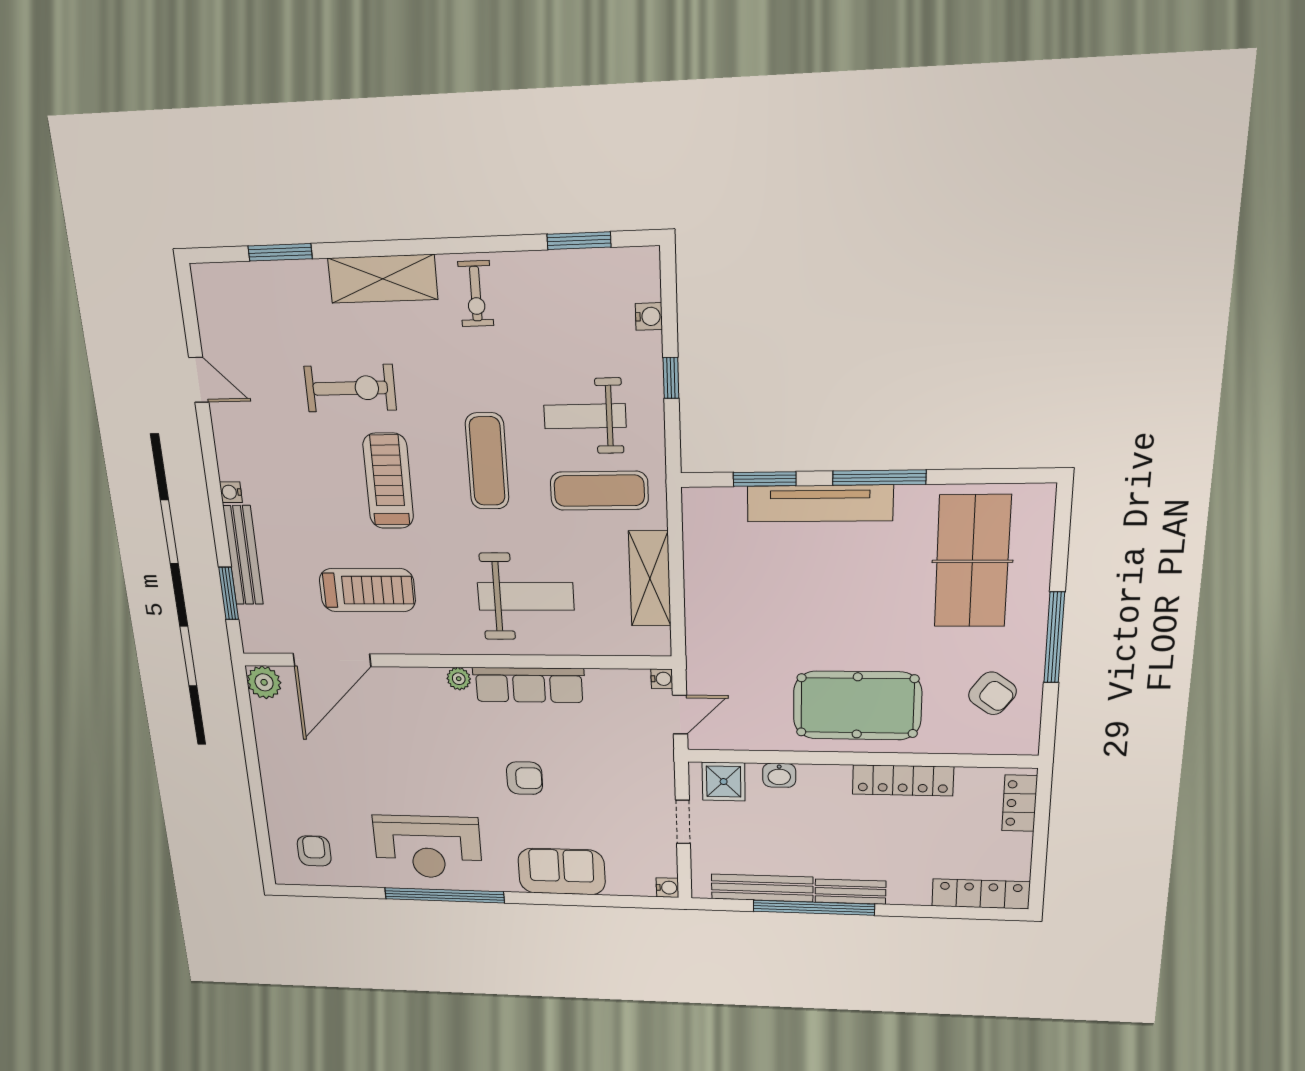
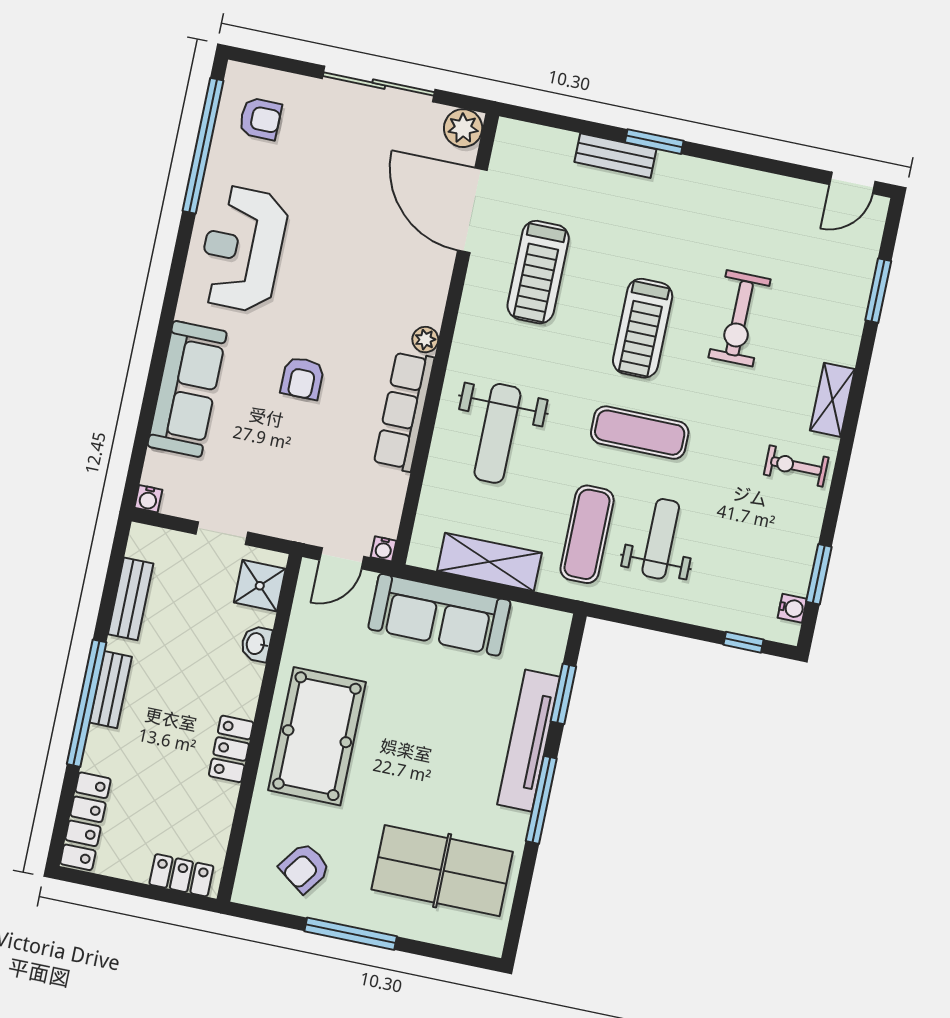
shelving: (383, 279) -> (832, 400), width x0.67, depth x0.75
water cooler: (649, 316) -> (792, 608), moved, turned -90
window: (671, 378) -> (743, 642), moved
door: (199, 380) -> (852, 183), moved
treadmill: (388, 481) -> (643, 328), turned 90
water cooler: (231, 492) -> (668, 162), removed
bench: (243, 555) -> (615, 156), width x0.73
window: (229, 593) -> (654, 142), moved
sofa: (713, 615) -> (439, 615), added
door: (680, 715) -> (342, 558), hinge flipped
sliding door: (252, 760) -> (379, 84), added
locker: (903, 780) -> (231, 749), width x0.66
sofa: (562, 872) -> (187, 389), width x1.36
bench: (762, 888) -> (131, 599), width x0.73
window: (444, 895) -> (203, 146), moved
window: (814, 908) -> (87, 703), moved

